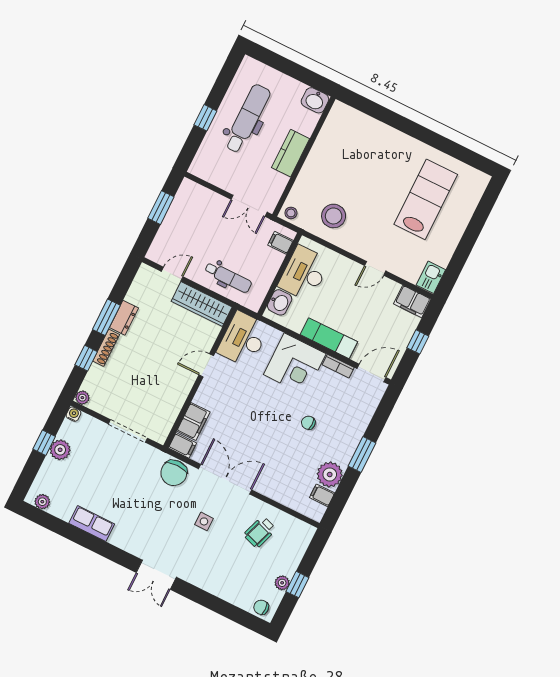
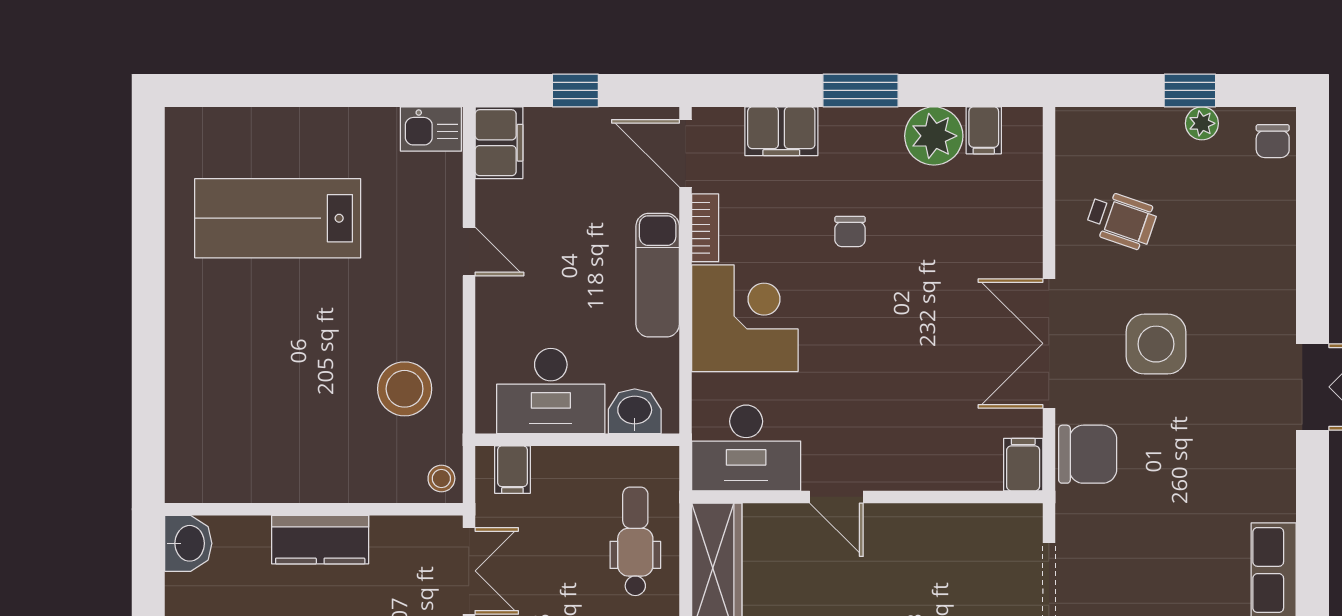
filing cabinet: (193, 422) -> (781, 131), moved, turned 180
side table: (204, 521) -> (1156, 344), width x1.87, depth x1.87

